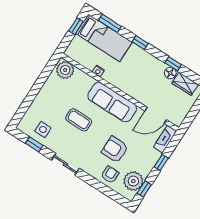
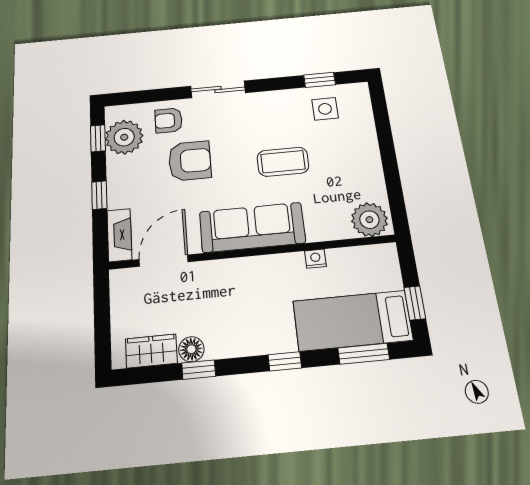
sliding door: (65, 164) -> (218, 89), moved
armchair: (110, 175) -> (169, 120), turned 90

